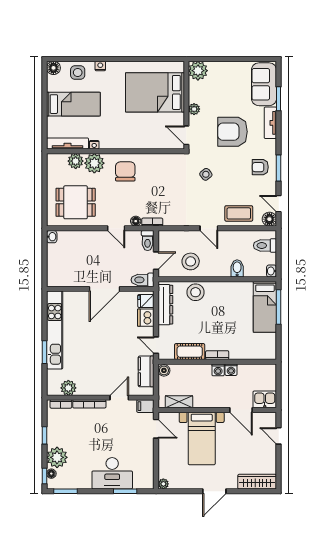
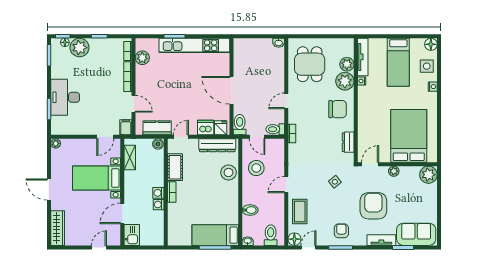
dresser: (162, 160) -> (348, 142), added
floor lamp: (136, 221) -> (293, 119), removed

